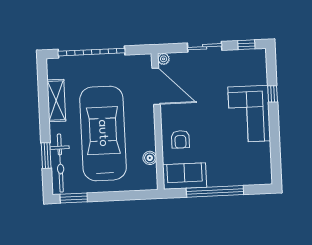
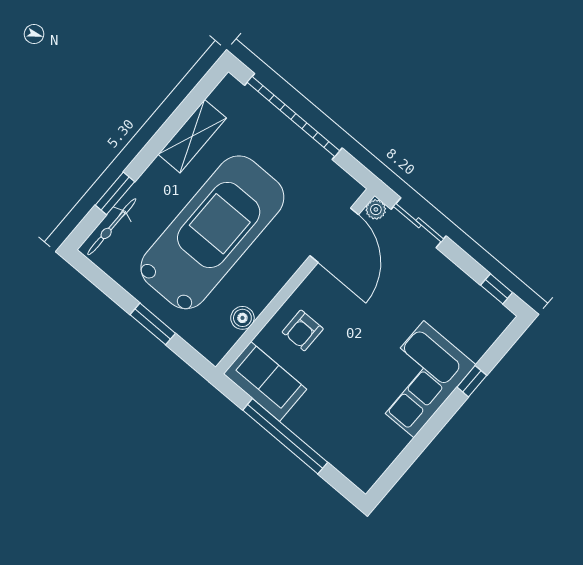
sliding door: (205, 47) -> (419, 223), moved
bicycle: (60, 163) -> (112, 227), width x0.73, depth x0.71
window: (74, 198) -> (153, 324), moved

